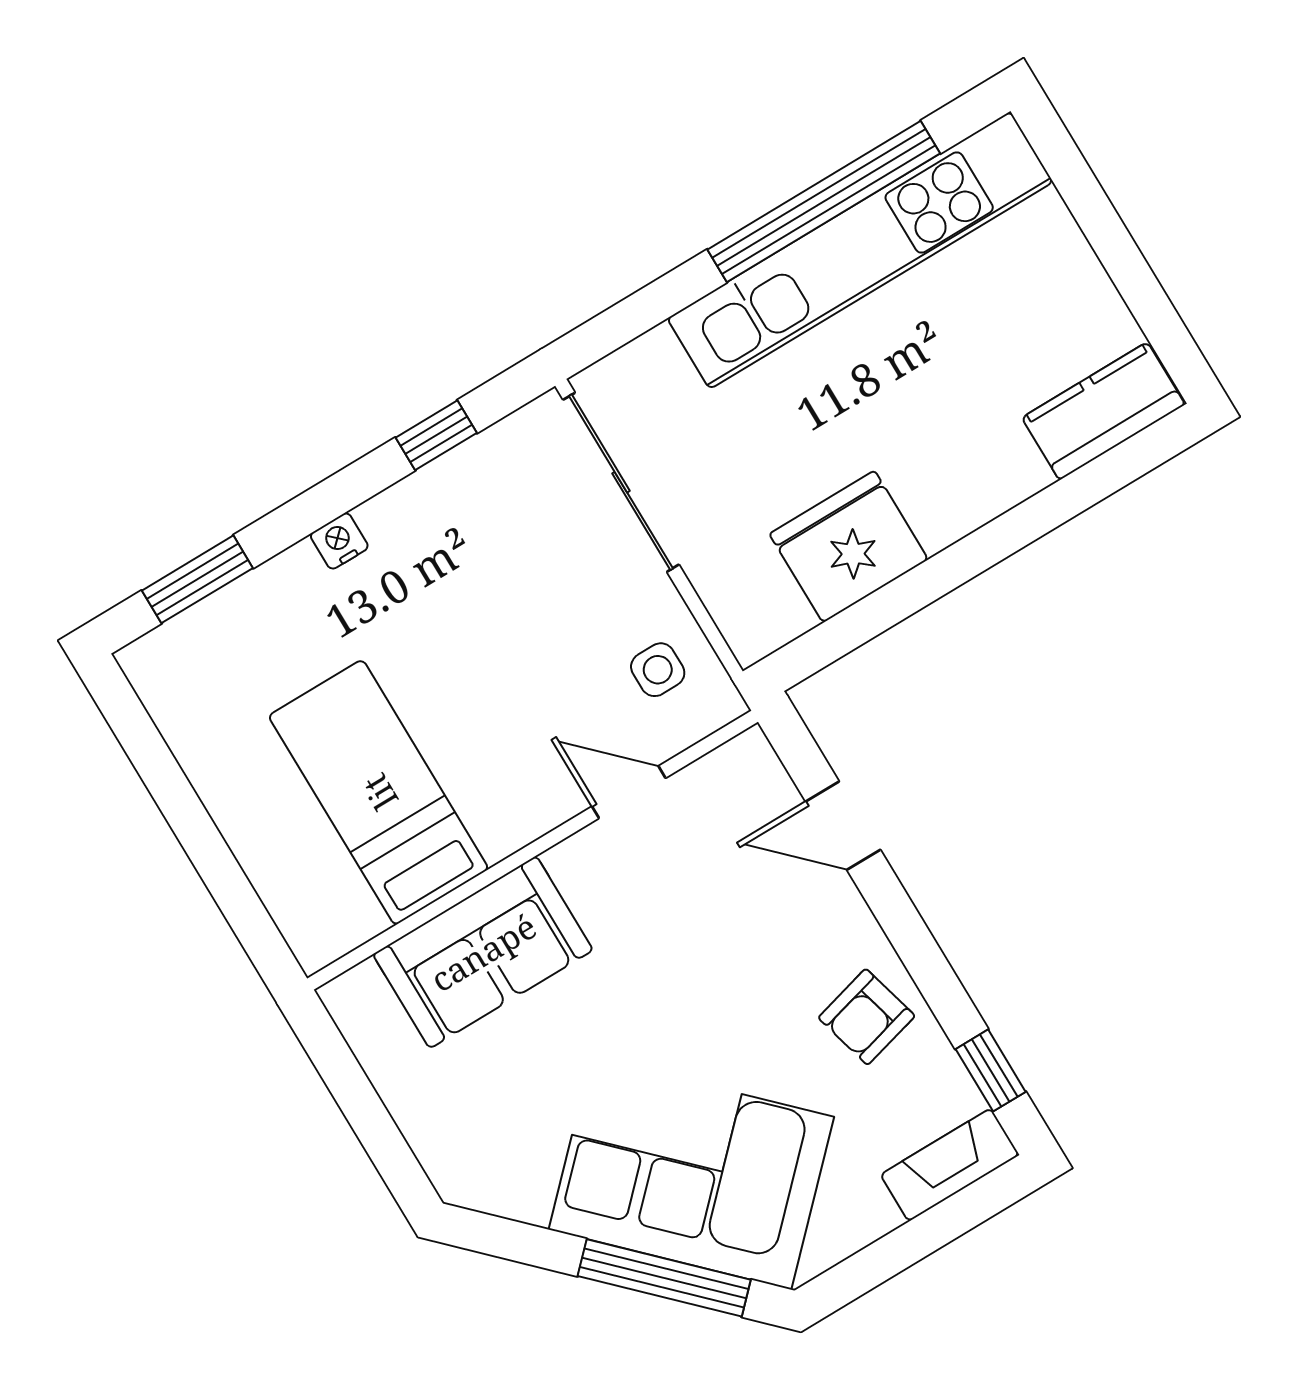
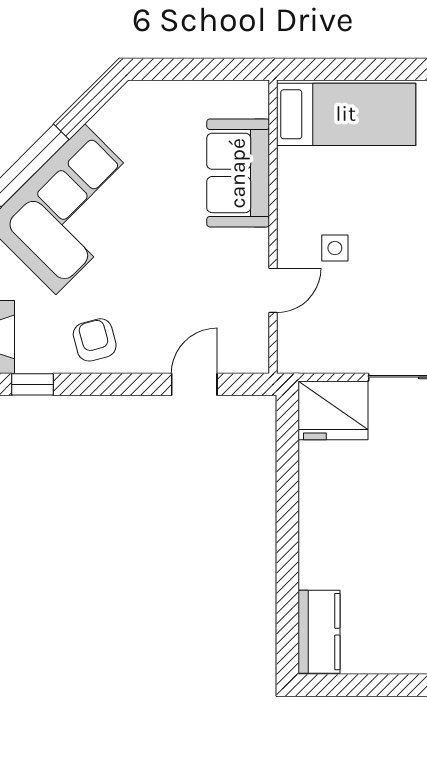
fridge: (849, 547) -> (333, 410), moved, turned 90
side table: (658, 670) -> (335, 248), moved
bed: (379, 792) -> (346, 114), moved

